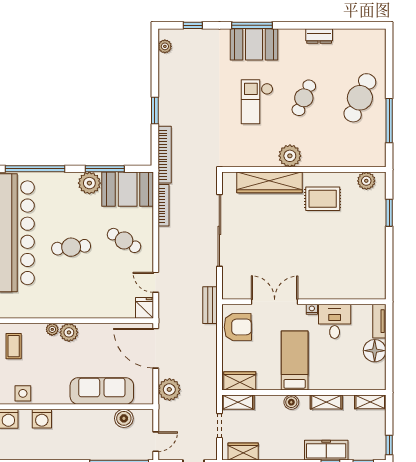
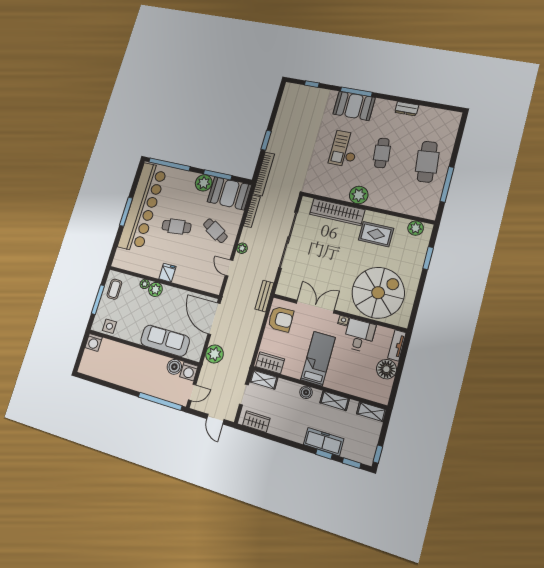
plant: (165, 46) -> (242, 248), moved
cafe table: (304, 98) -> (382, 153), turned -30
cafe table: (360, 98) -> (427, 162), turned -30
spiral stairs: (343, 267) -> (378, 293), added
fridge: (144, 308) -> (167, 273), moved
washing machine: (42, 419) -> (189, 371), moved

